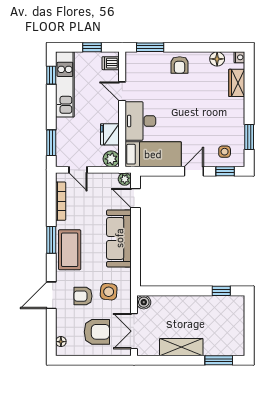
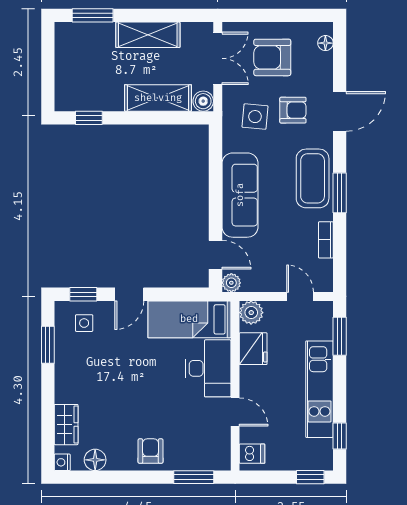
window: (92, 47) -> (310, 477), moved
kitchen unit: (65, 84) -> (319, 389), moved
bookcase: (61, 201) -> (326, 240), width x0.64
shelving: (174, 304) -> (158, 98), added

